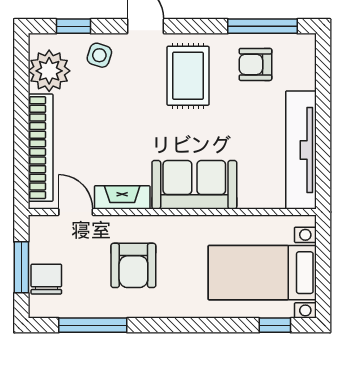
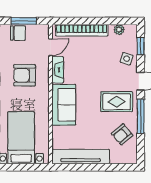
window: (263, 26) -> (141, 116), moved
armchair: (255, 64) -> (122, 134), turned -130
plant: (49, 71) -> (119, 30), width x0.53, depth x0.53

